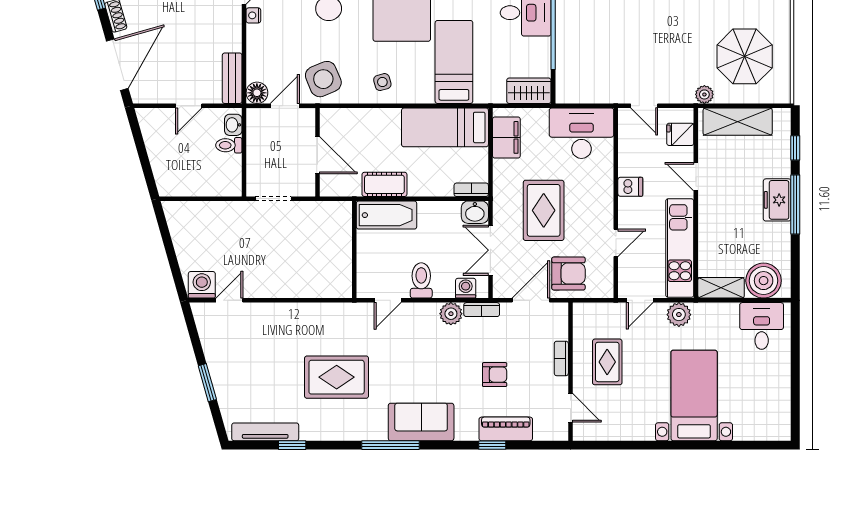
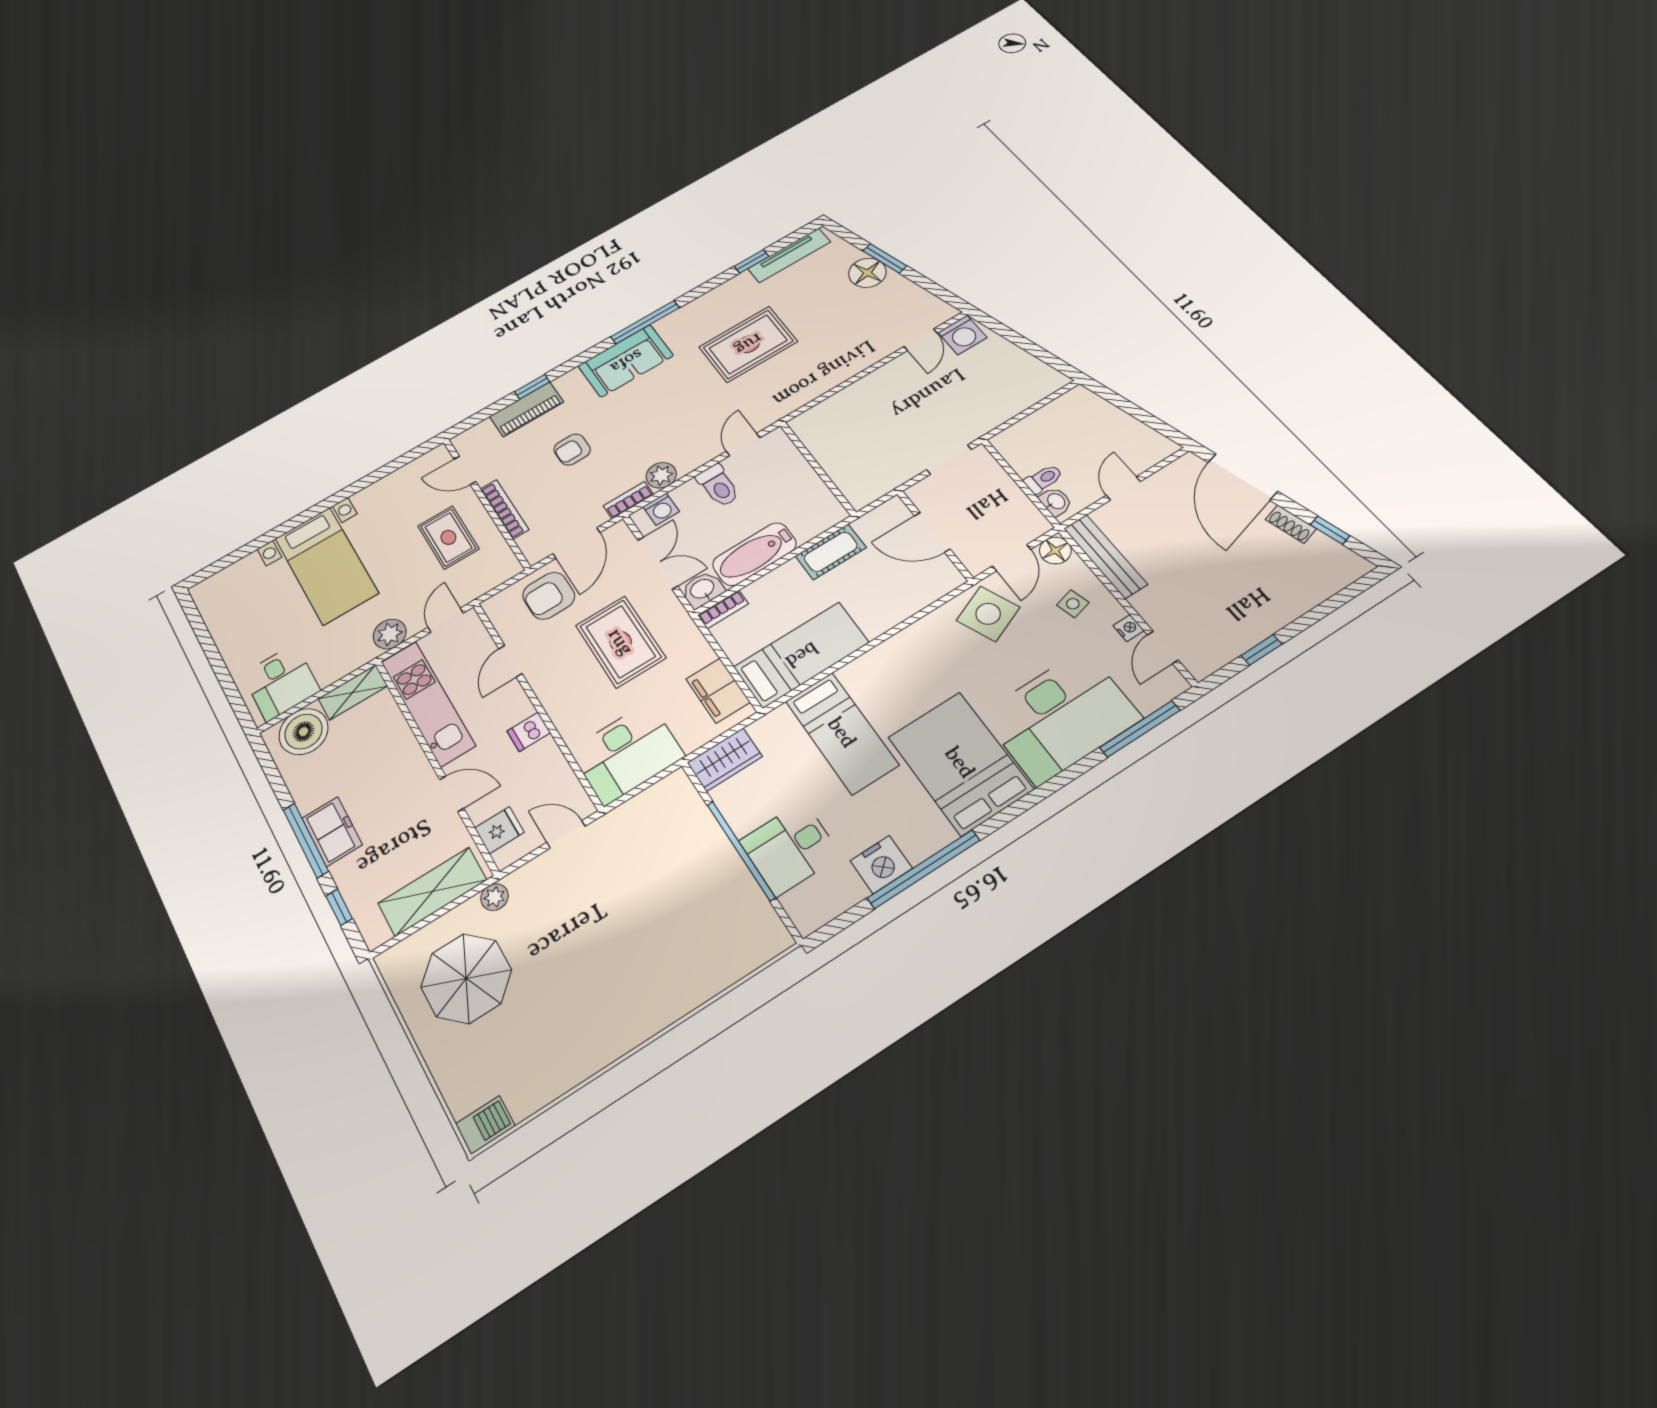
bench: (232, 78) -> (1105, 556), width x1.36
side table: (382, 82) -> (1073, 604), moved
bathtub: (386, 215) -> (754, 554), moved
bookcase: (561, 358) -> (505, 509), width x1.56
floor lamp: (226, 379) -> (867, 273), added

